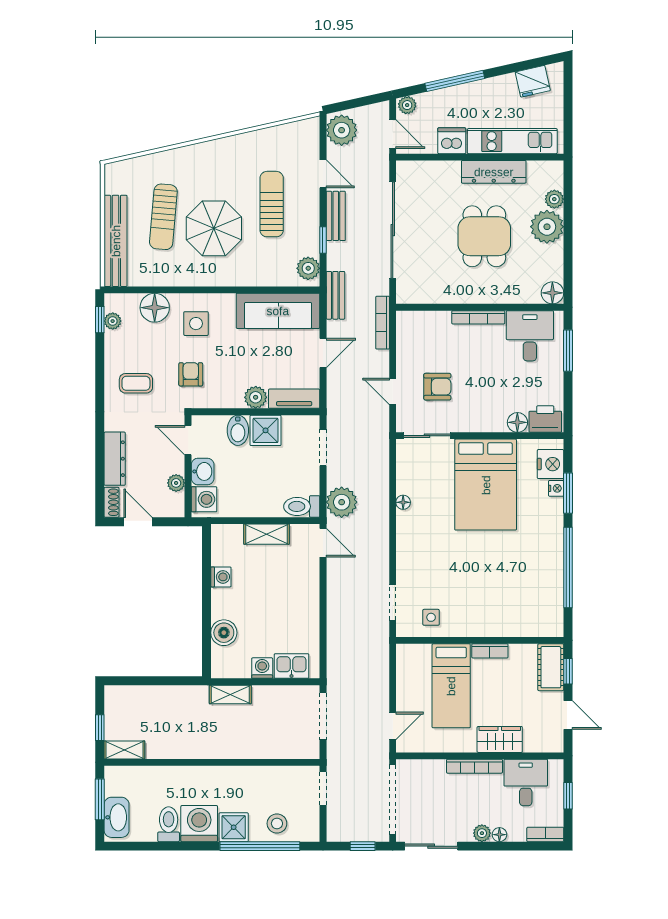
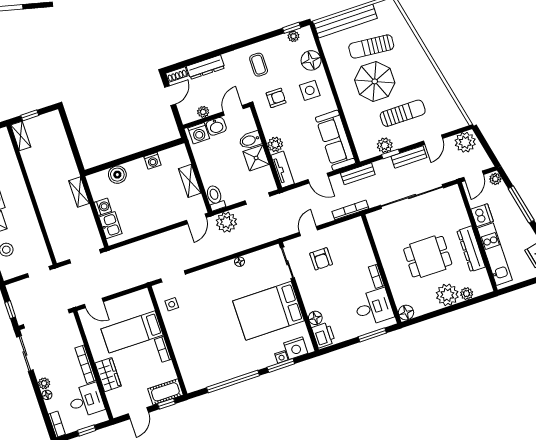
plant: (308, 268) -> (385, 145), moved
bookcase: (478, 317) -> (376, 276), width x0.64

